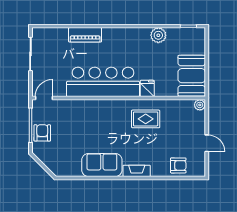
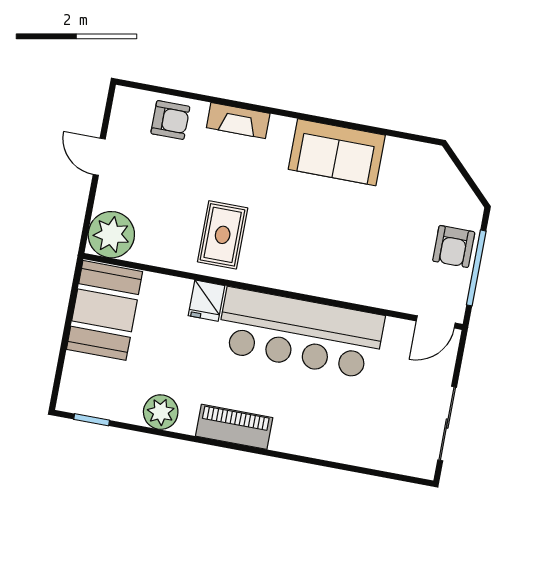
piano: (85, 35) -> (234, 427), moved
plant: (200, 105) -> (111, 235), width x1.88, depth x1.88
rug: (146, 119) -> (223, 235), turned 90
armchair: (178, 165) -> (170, 120), turned 180
fireplace: (137, 171) -> (238, 121), moved

